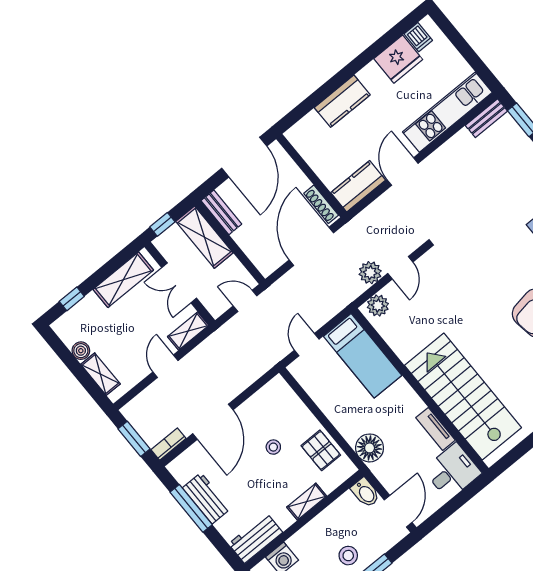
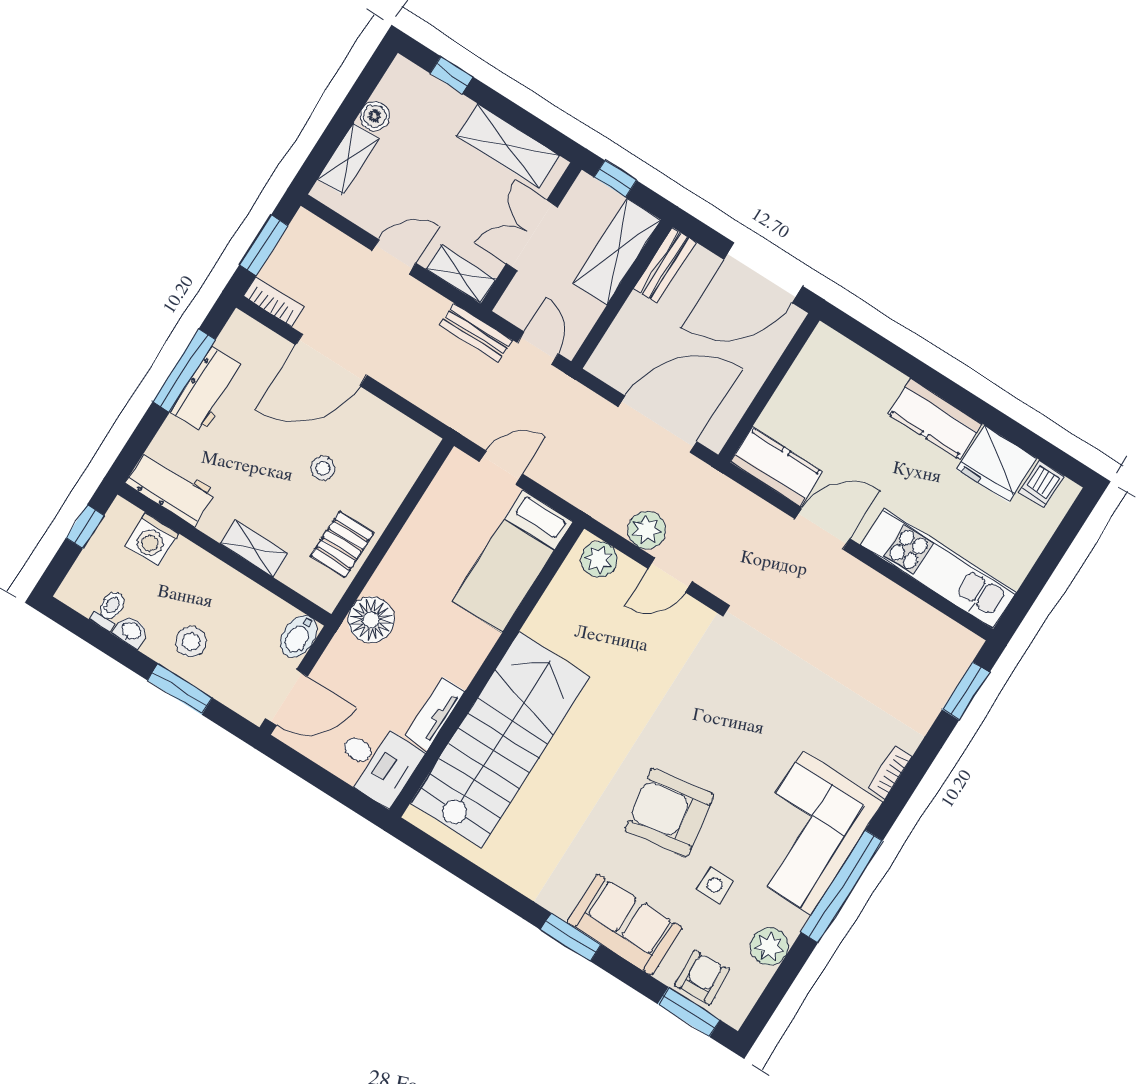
kitchen counter: (342, 101) -> (935, 419), moved
bench: (486, 118) -> (476, 333), moved
shoe rack: (321, 204) -> (729, 418), removed

